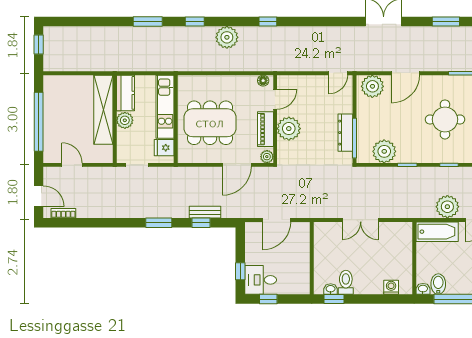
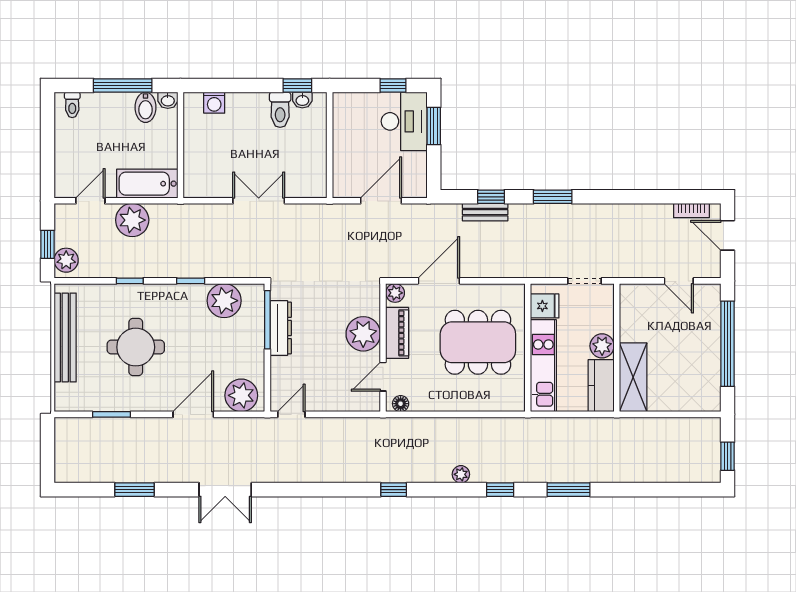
plant: (227, 37) -> (461, 474), width x0.53, depth x0.53
shelving: (103, 110) -> (633, 377), width x0.68
window: (240, 271) -> (434, 126), width x1.50
desk: (261, 280) -> (404, 121), width x1.37

